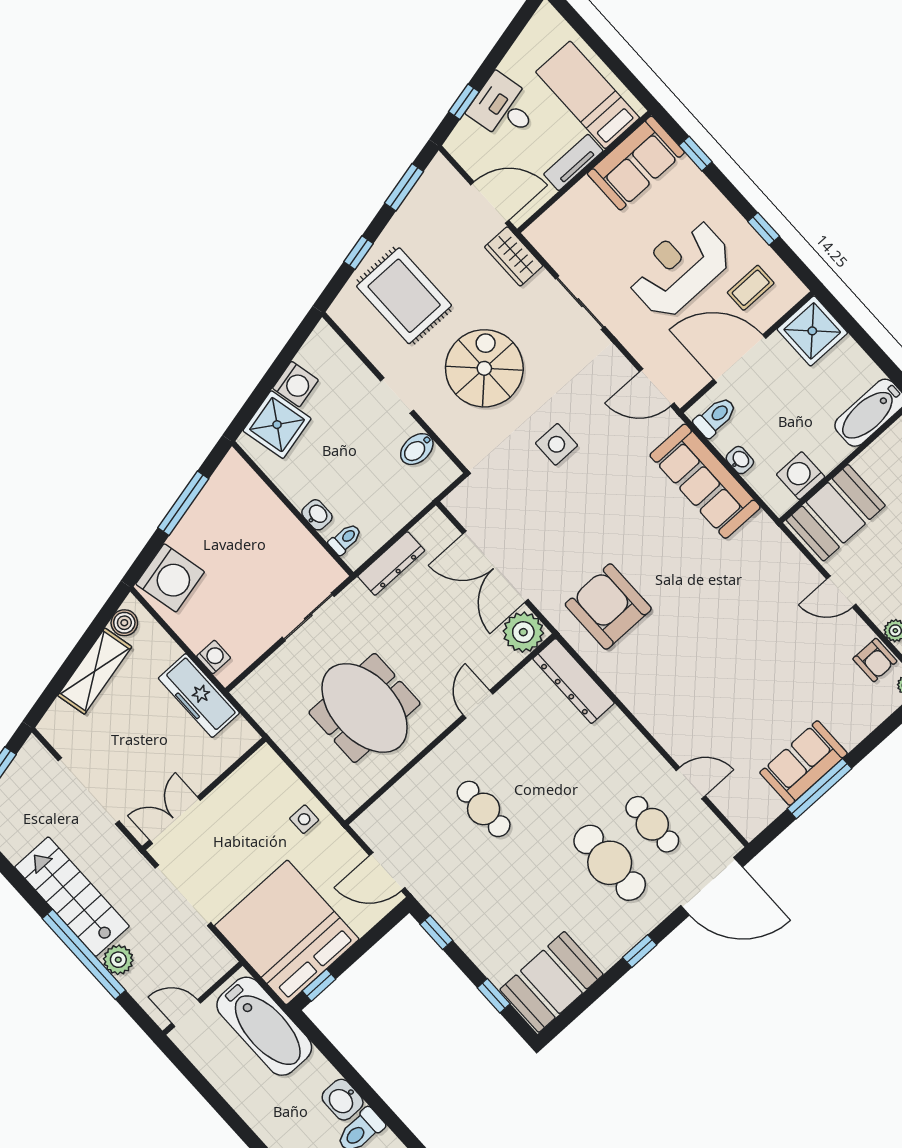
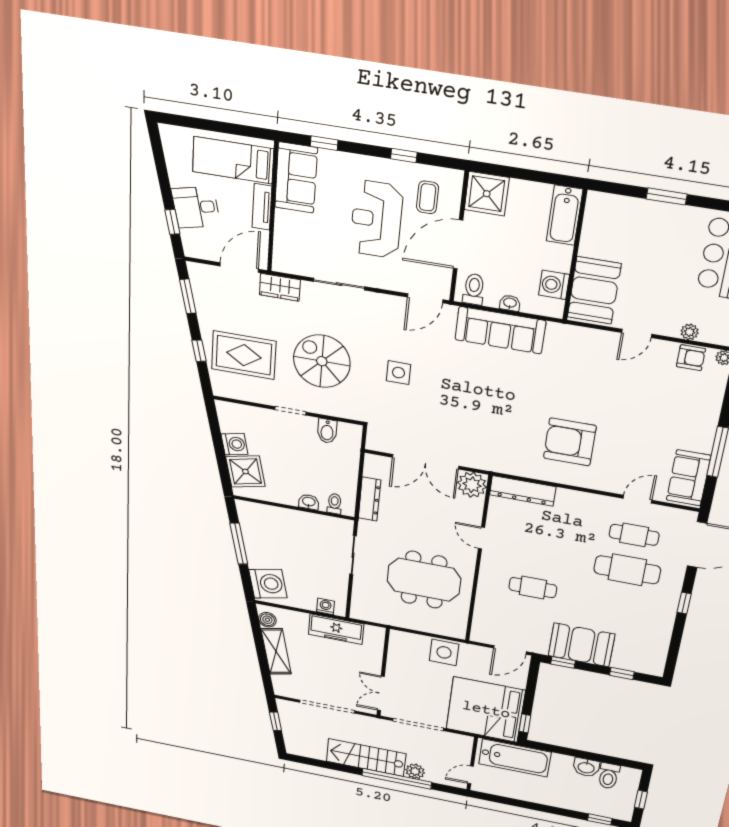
armchair: (608, 607) -> (570, 442), moved
sofa: (804, 763) -> (689, 478), moved
side table: (304, 819) -> (444, 652), width x1.87, depth x1.87
booth: (551, 982) -> (581, 645), moved, turned 90

